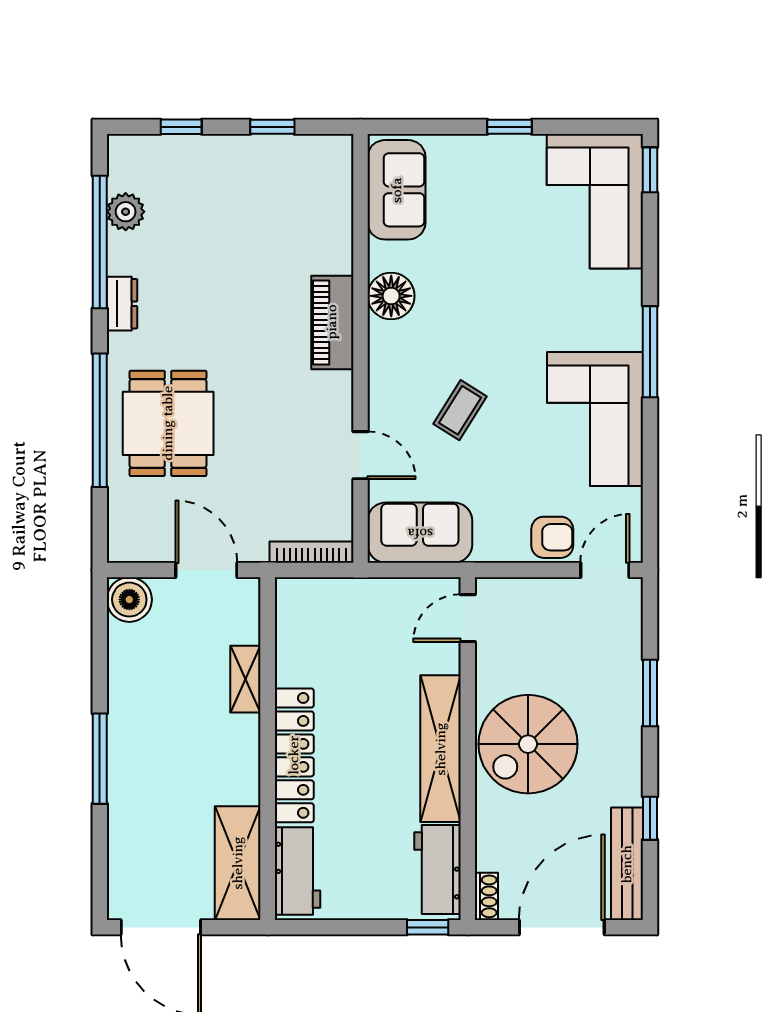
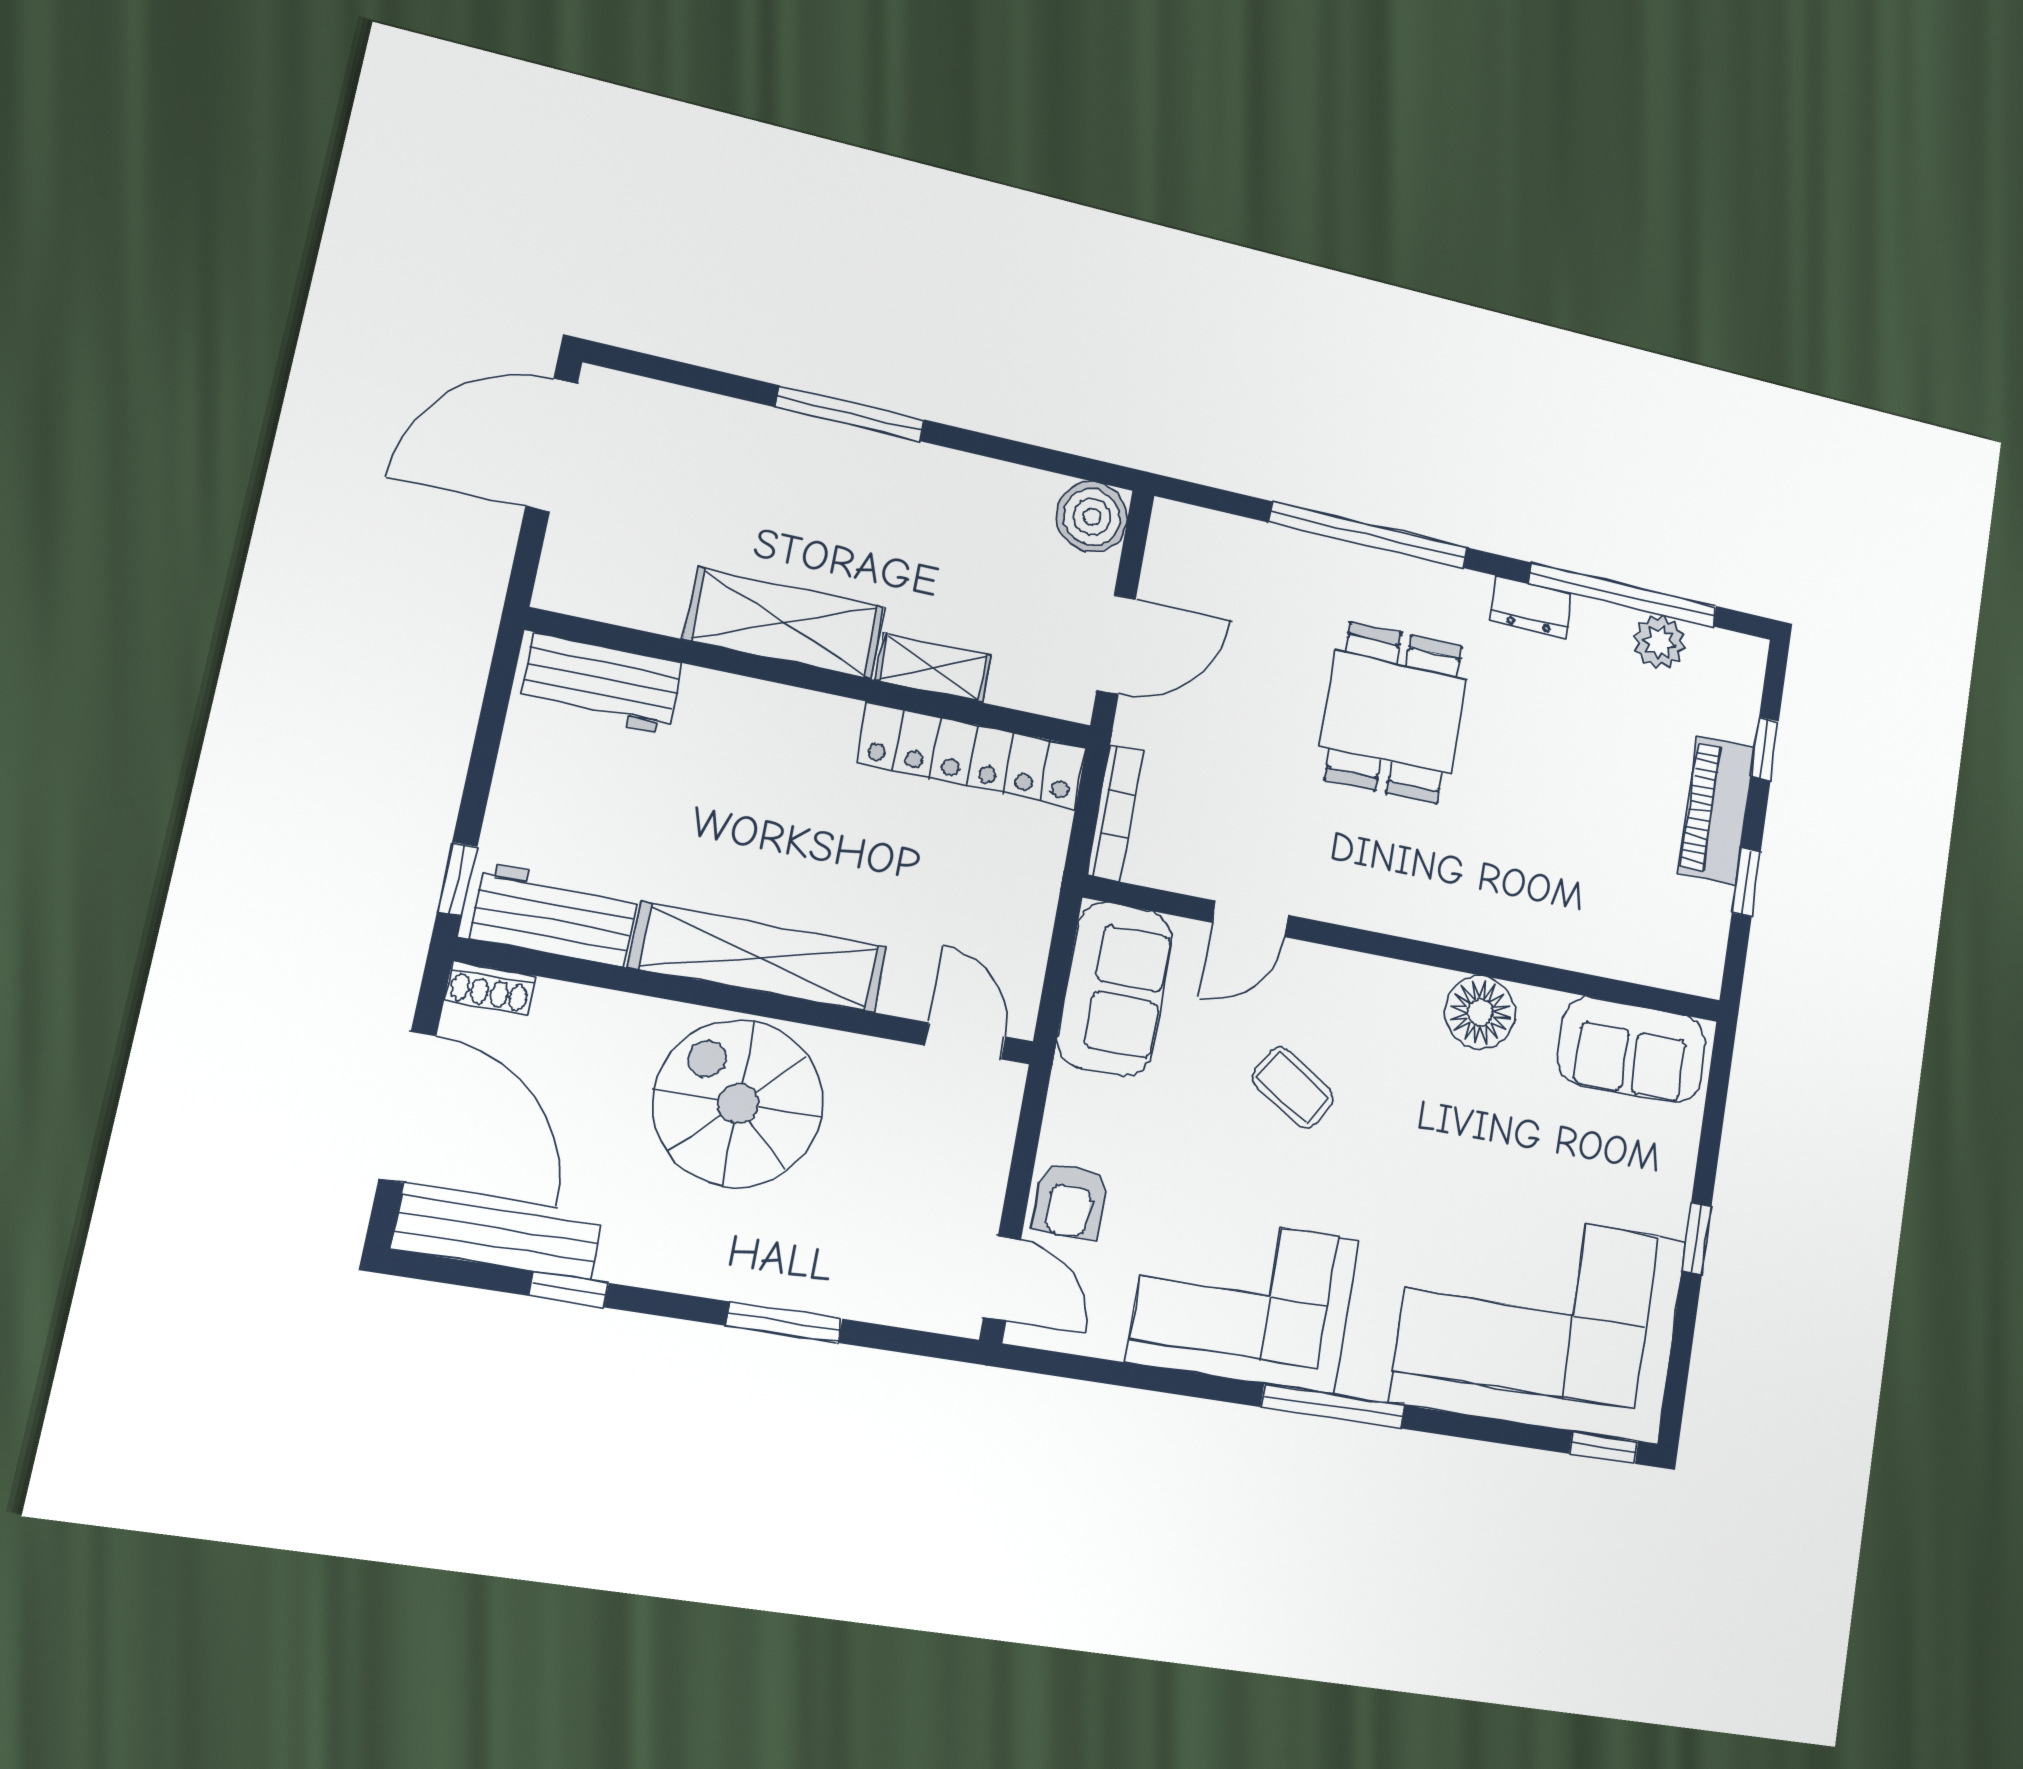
corner sofa: (595, 201) -> (1539, 1320), width x1.36, depth x1.36
piano: (332, 322) -> (1716, 810), moved, turned -90
dining table: (168, 423) -> (1394, 713), moved, turned 90
locker: (294, 755) -> (972, 755), moved
shelving: (238, 863) -> (785, 623), moved

